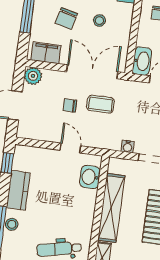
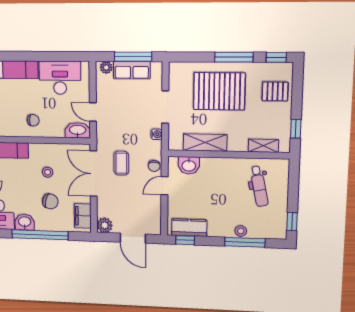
chair: (70, 105) -> (154, 166), moved
kitchen counter: (18, 190) -> (189, 228), moved
shelving: (111, 208) -> (205, 142), width x0.68

